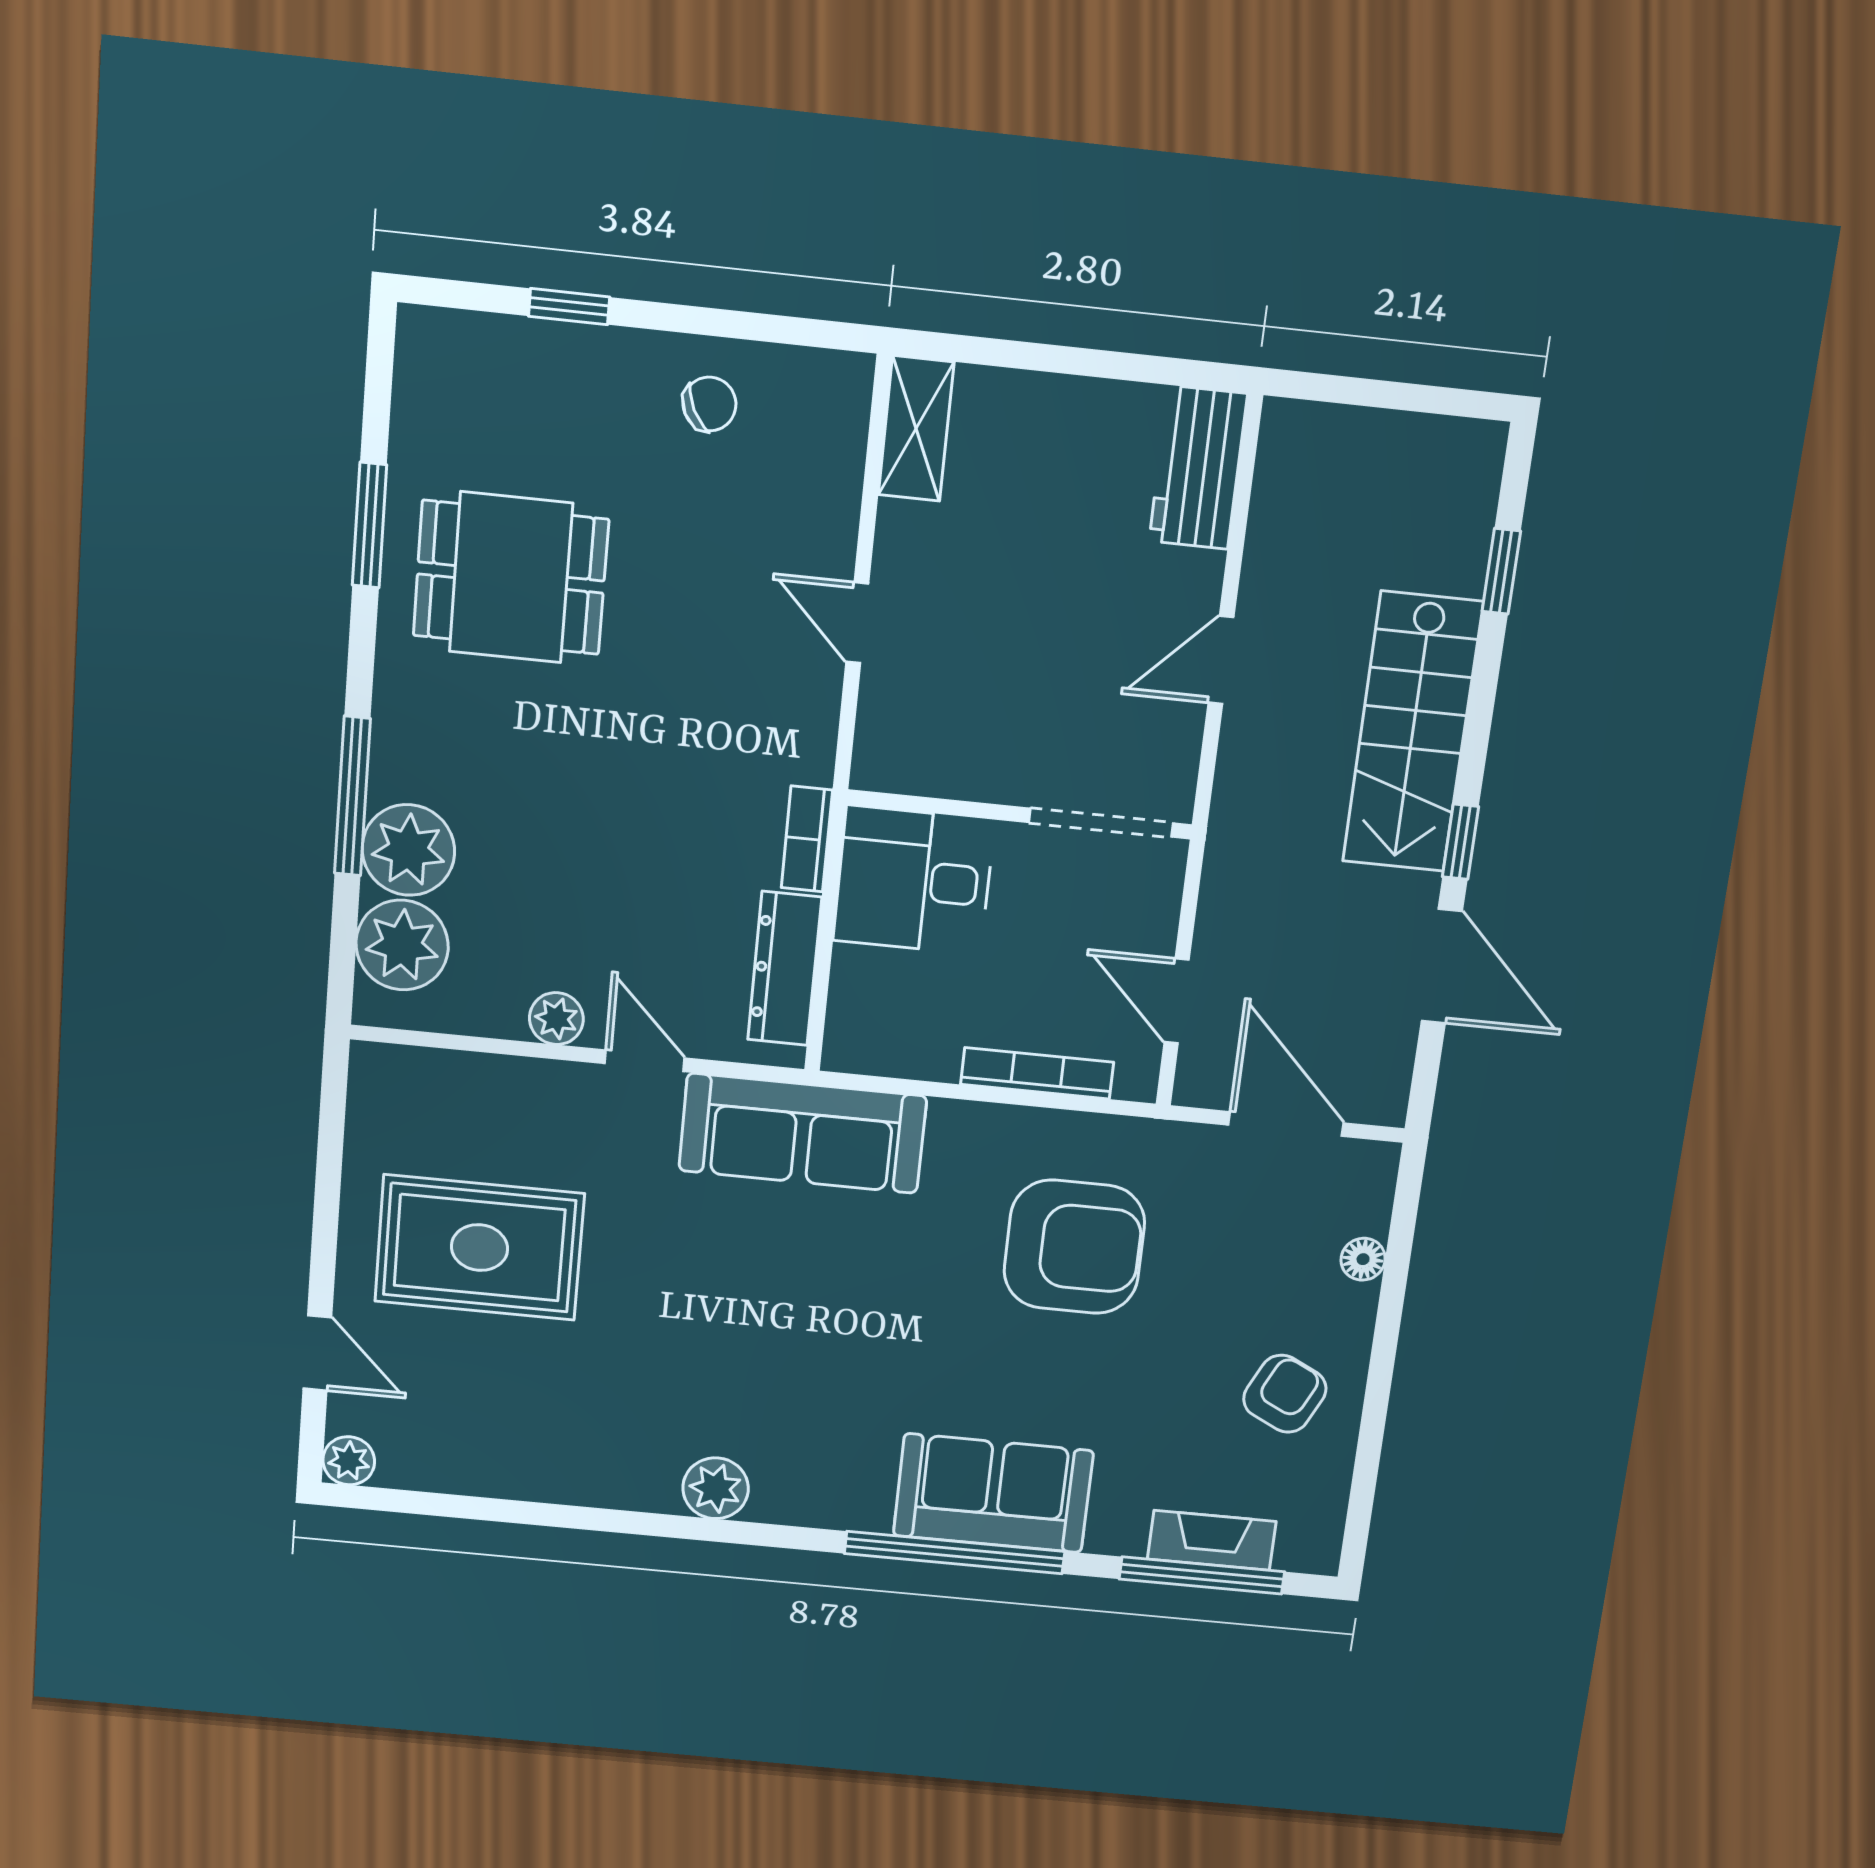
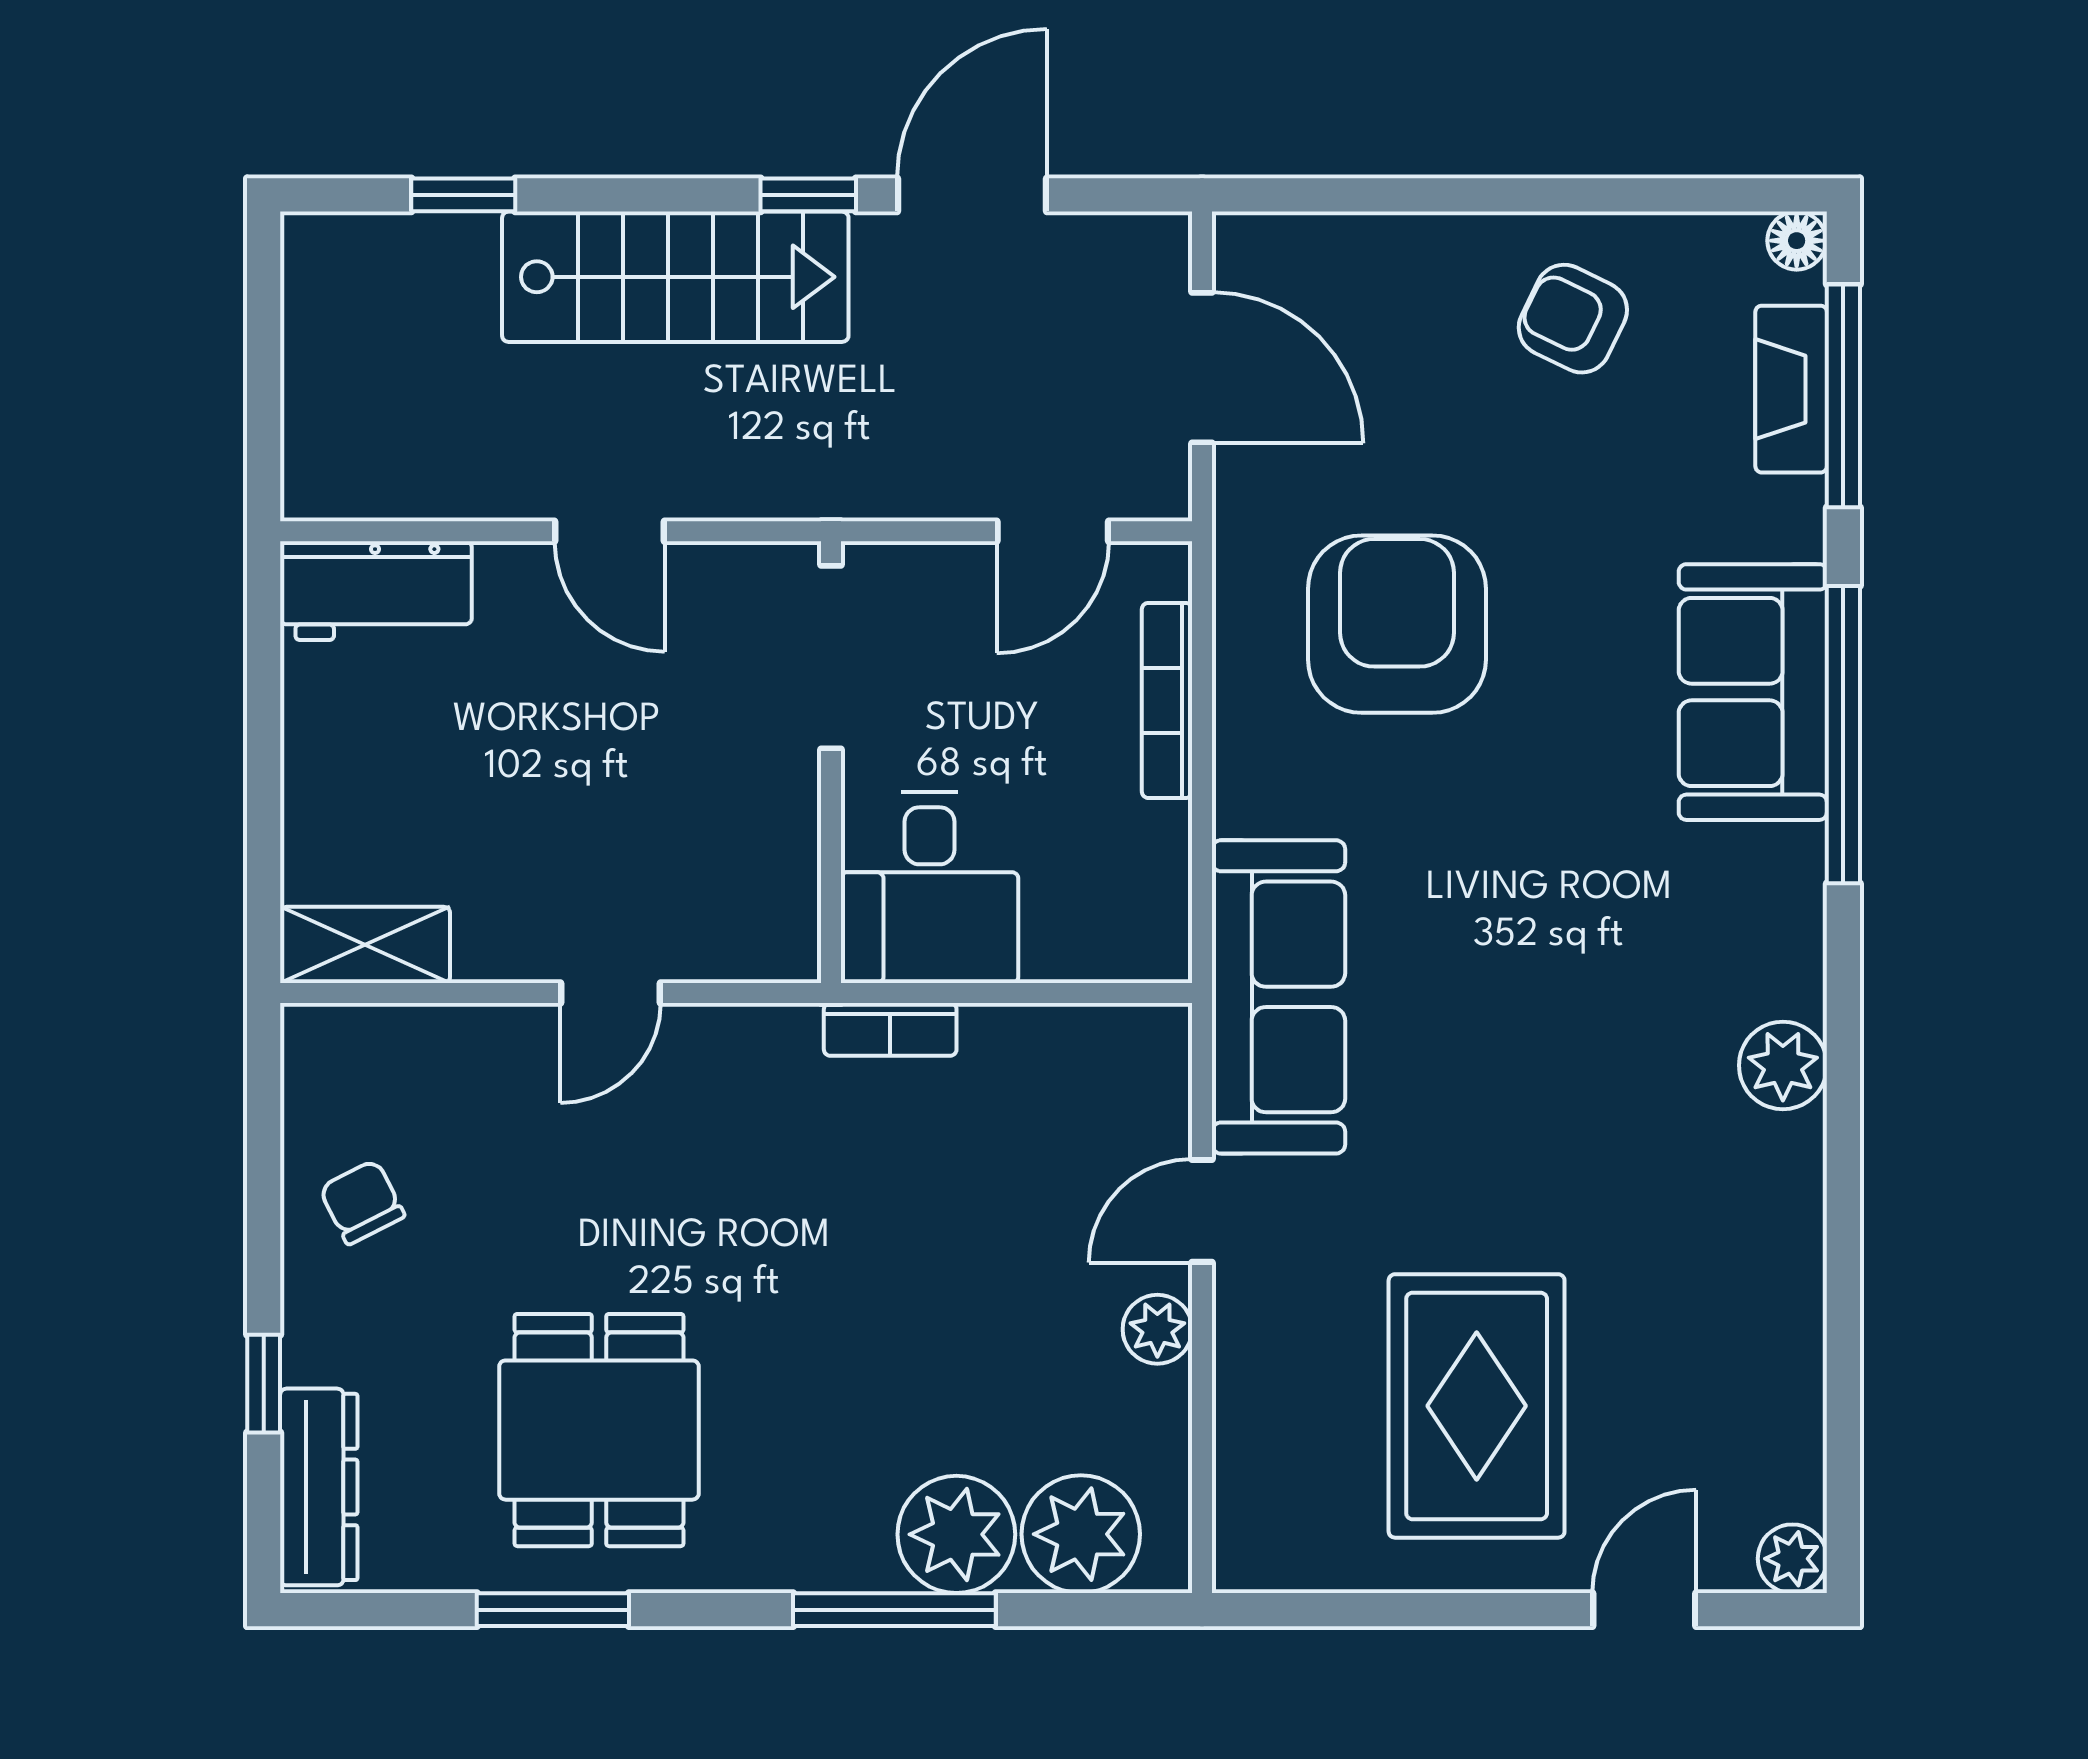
dresser: (785, 969) -> (319, 1487), moved, turned -90
door: (1286, 1124) -> (1202, 368), swing flipped
floor lamp: (1363, 1259) -> (1797, 241), moved

